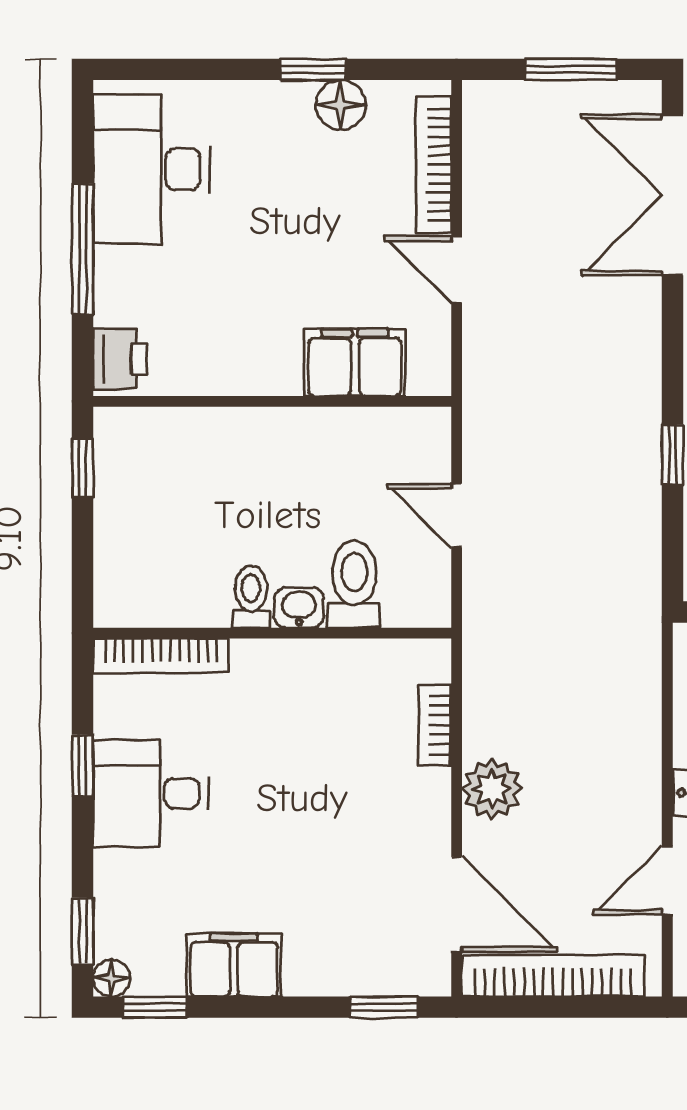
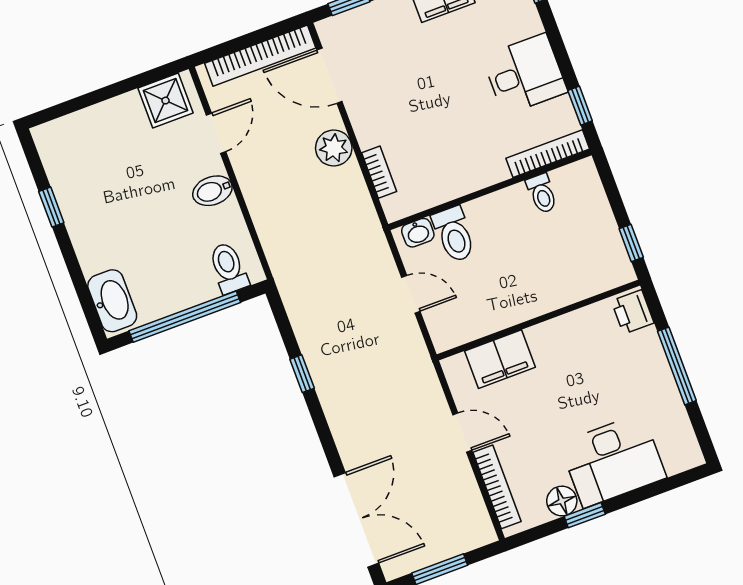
desk: (151, 169) -> (613, 461), moved, turned 90
toilet: (251, 597) -> (542, 194), moved
washbasin: (299, 608) -> (418, 233), moved
window: (83, 765) -> (580, 106), moved

